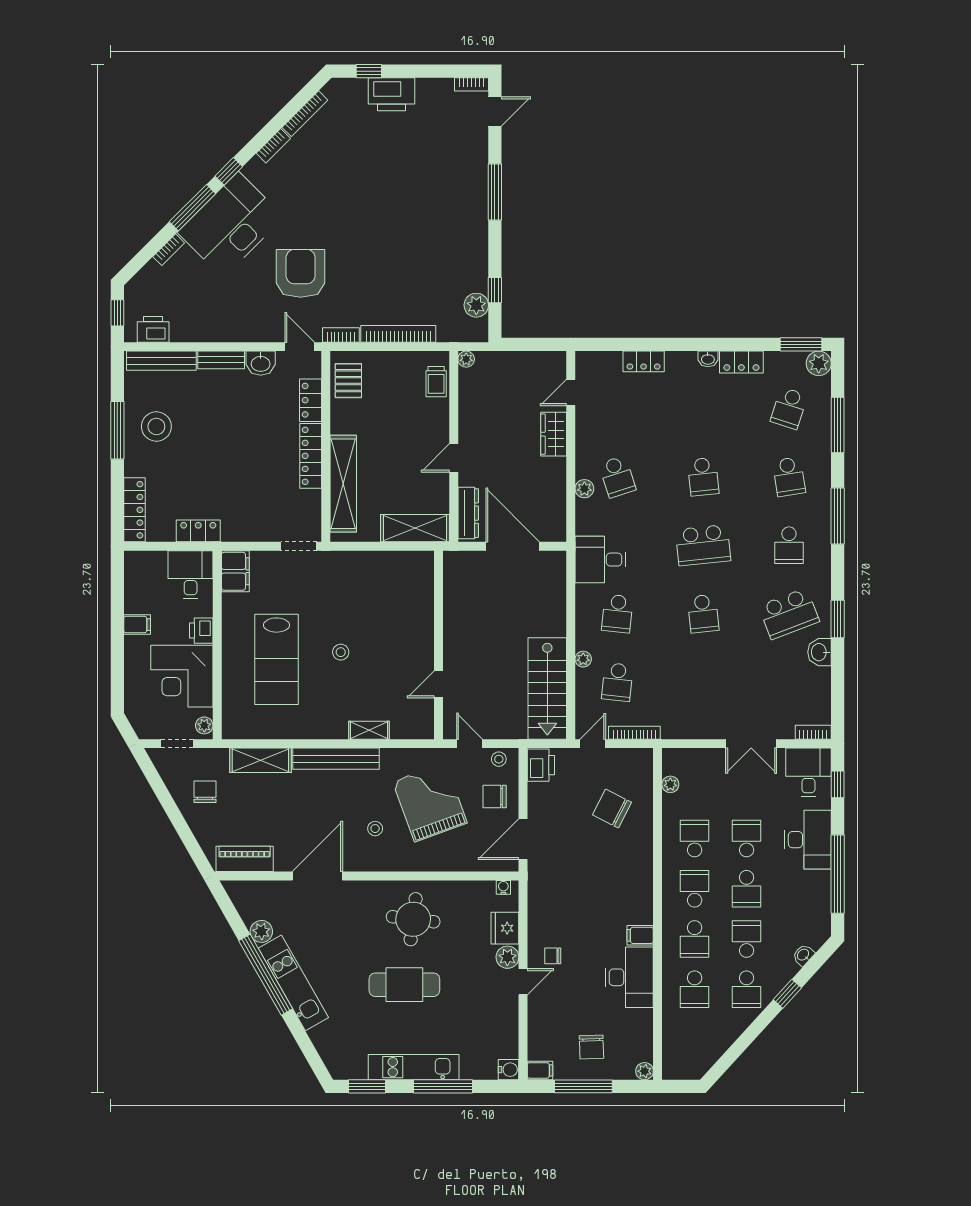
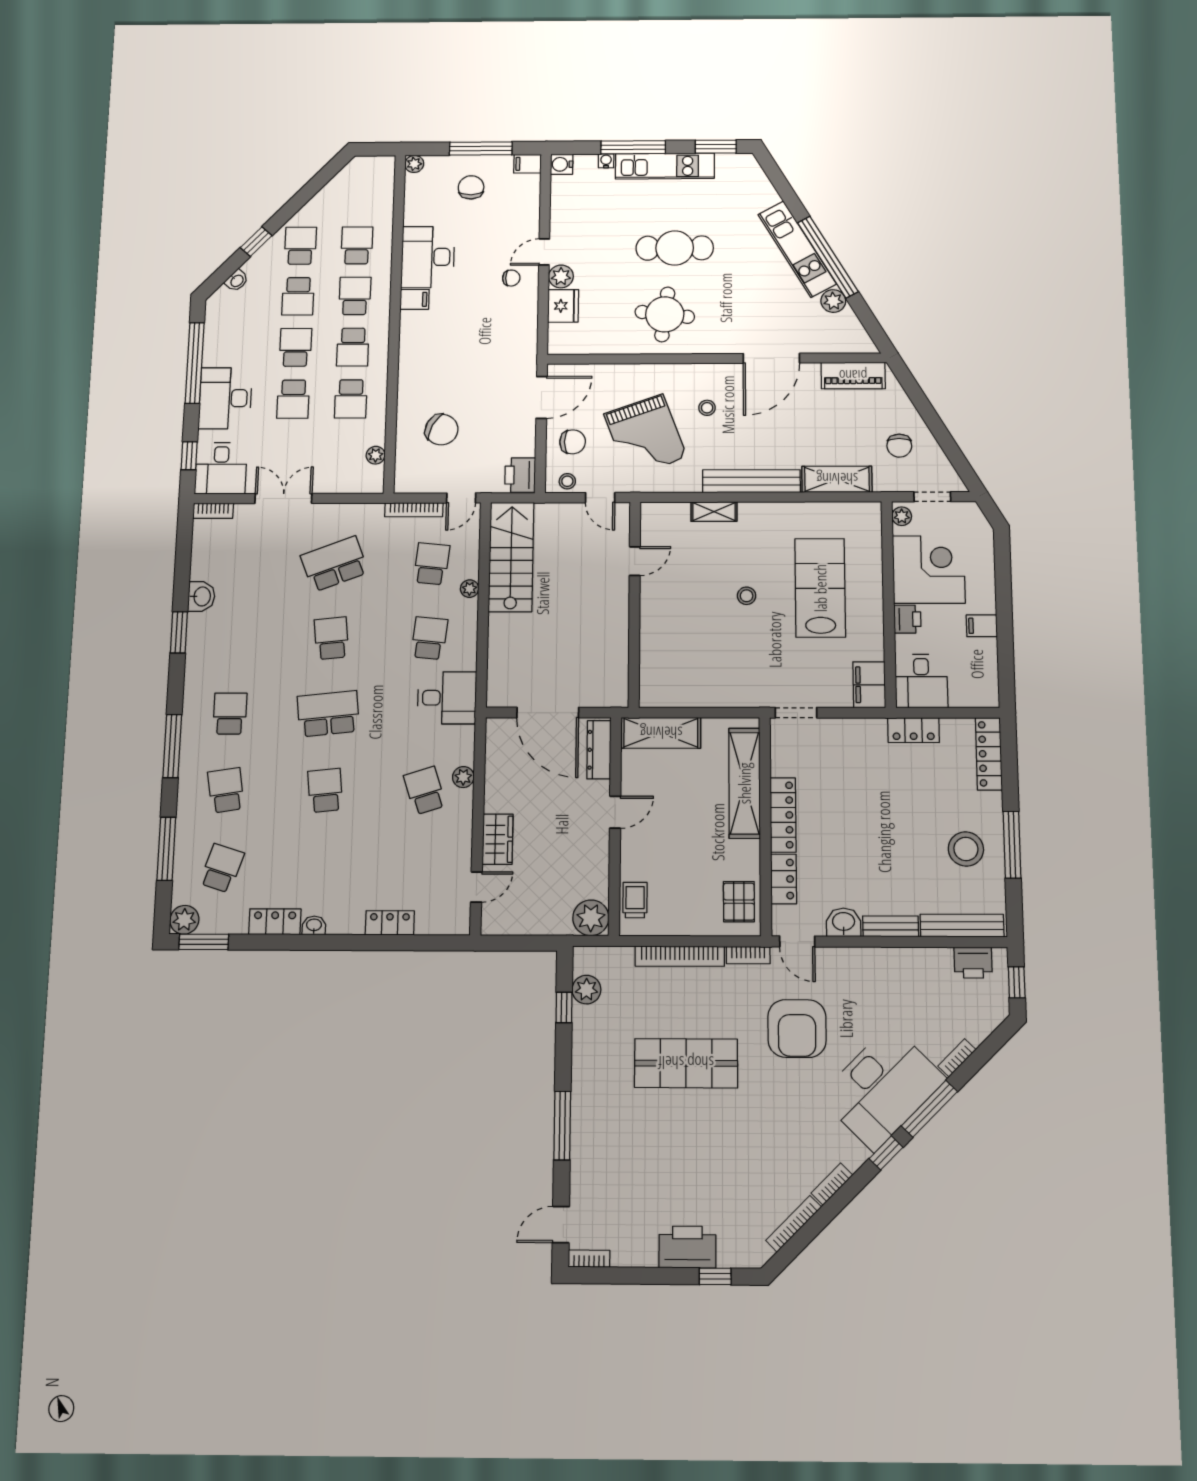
shop shelf: (393, 244) -> (686, 1063), added
plant: (466, 359) -> (591, 918), width x1.88, depth x1.88
school desk: (789, 614) -> (334, 564), moved
water cooler: (503, 887) -> (606, 161), moved, turned 180

